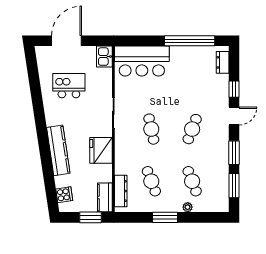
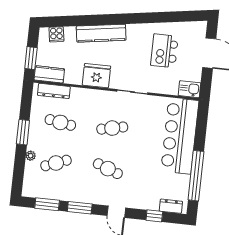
bar counter: (142, 61) -> (180, 136), width x1.36
kitchen island: (69, 86) -> (164, 51), turned 180
window: (234, 89) -> (154, 216), moved
cafe table: (151, 181) -> (60, 122), turned 30

